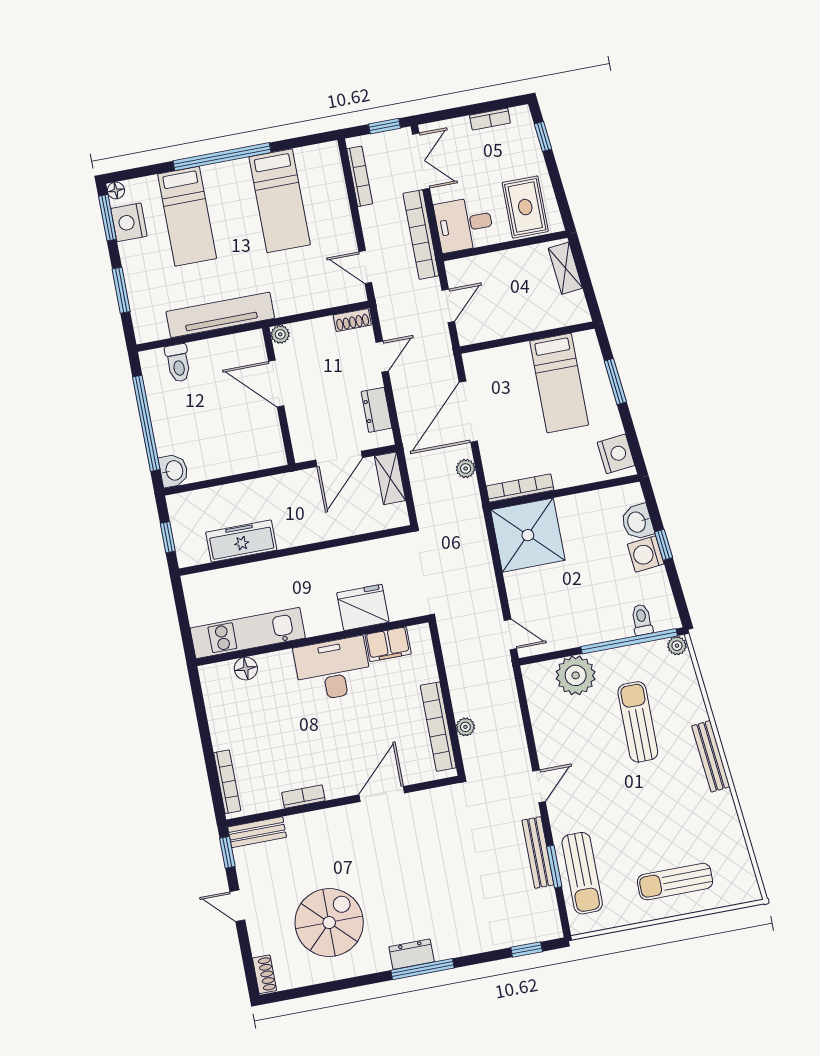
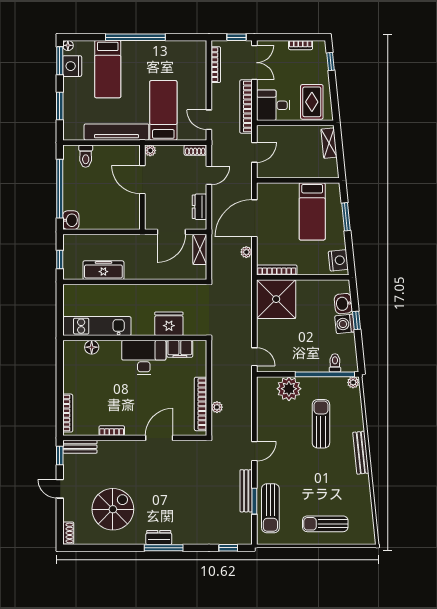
bed: (280, 201) -> (163, 110), moved, turned 180

